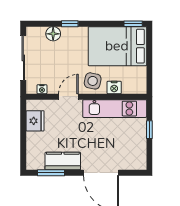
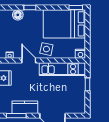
nightstand: (114, 87) -> (80, 54), moved
door: (68, 97) -> (29, 61), hinge flipped

